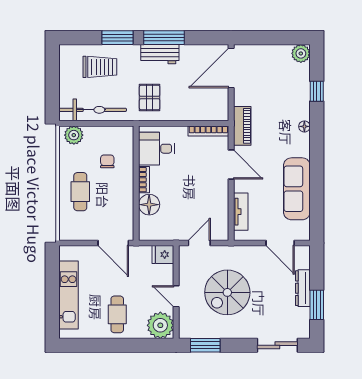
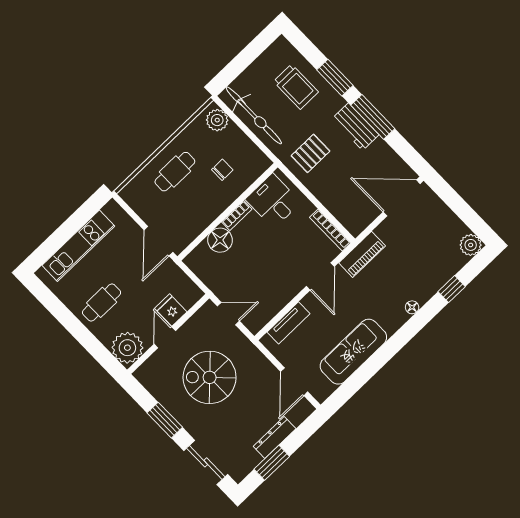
fridge: (163, 255) -> (171, 310), moved
window: (205, 345) -> (165, 420), moved

